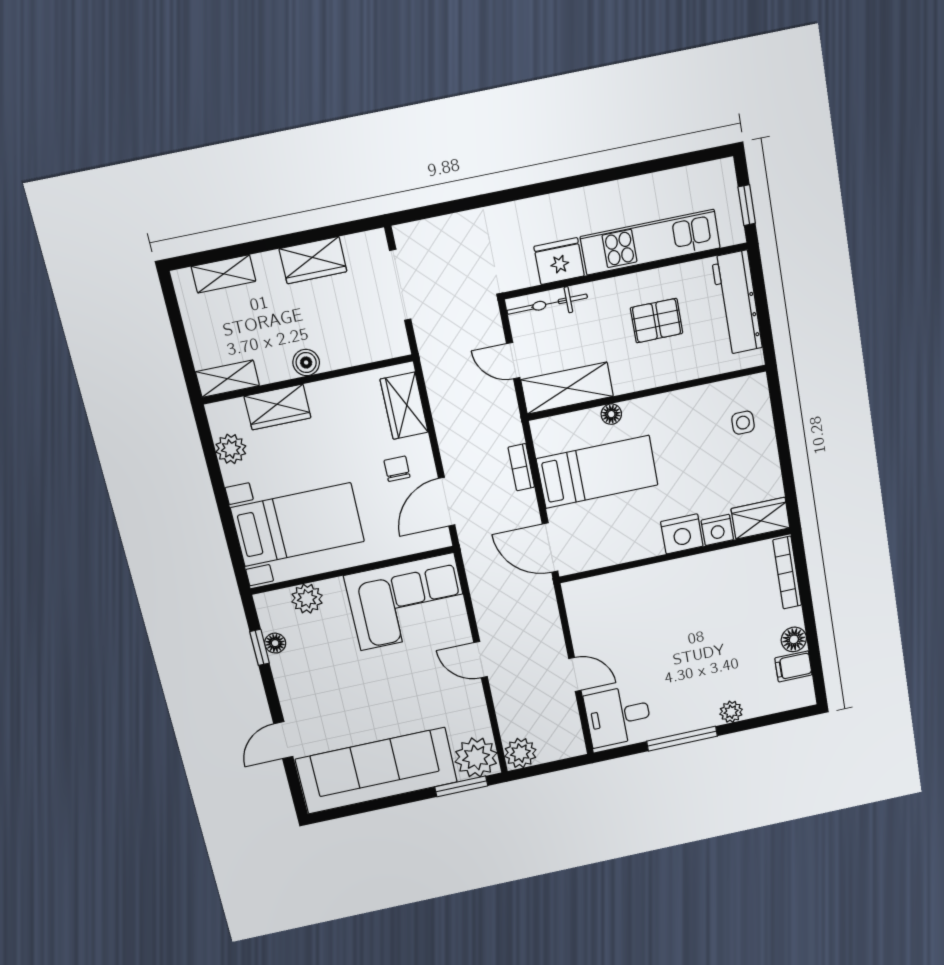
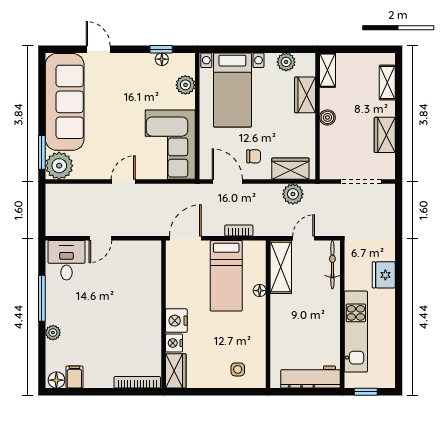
fridge: (559, 261) -> (384, 275), moved, turned 180
pallet: (657, 321) -> (310, 327), removed
floor lamp: (794, 639) -> (56, 380), moved
plant: (520, 753) -> (293, 194), moved

